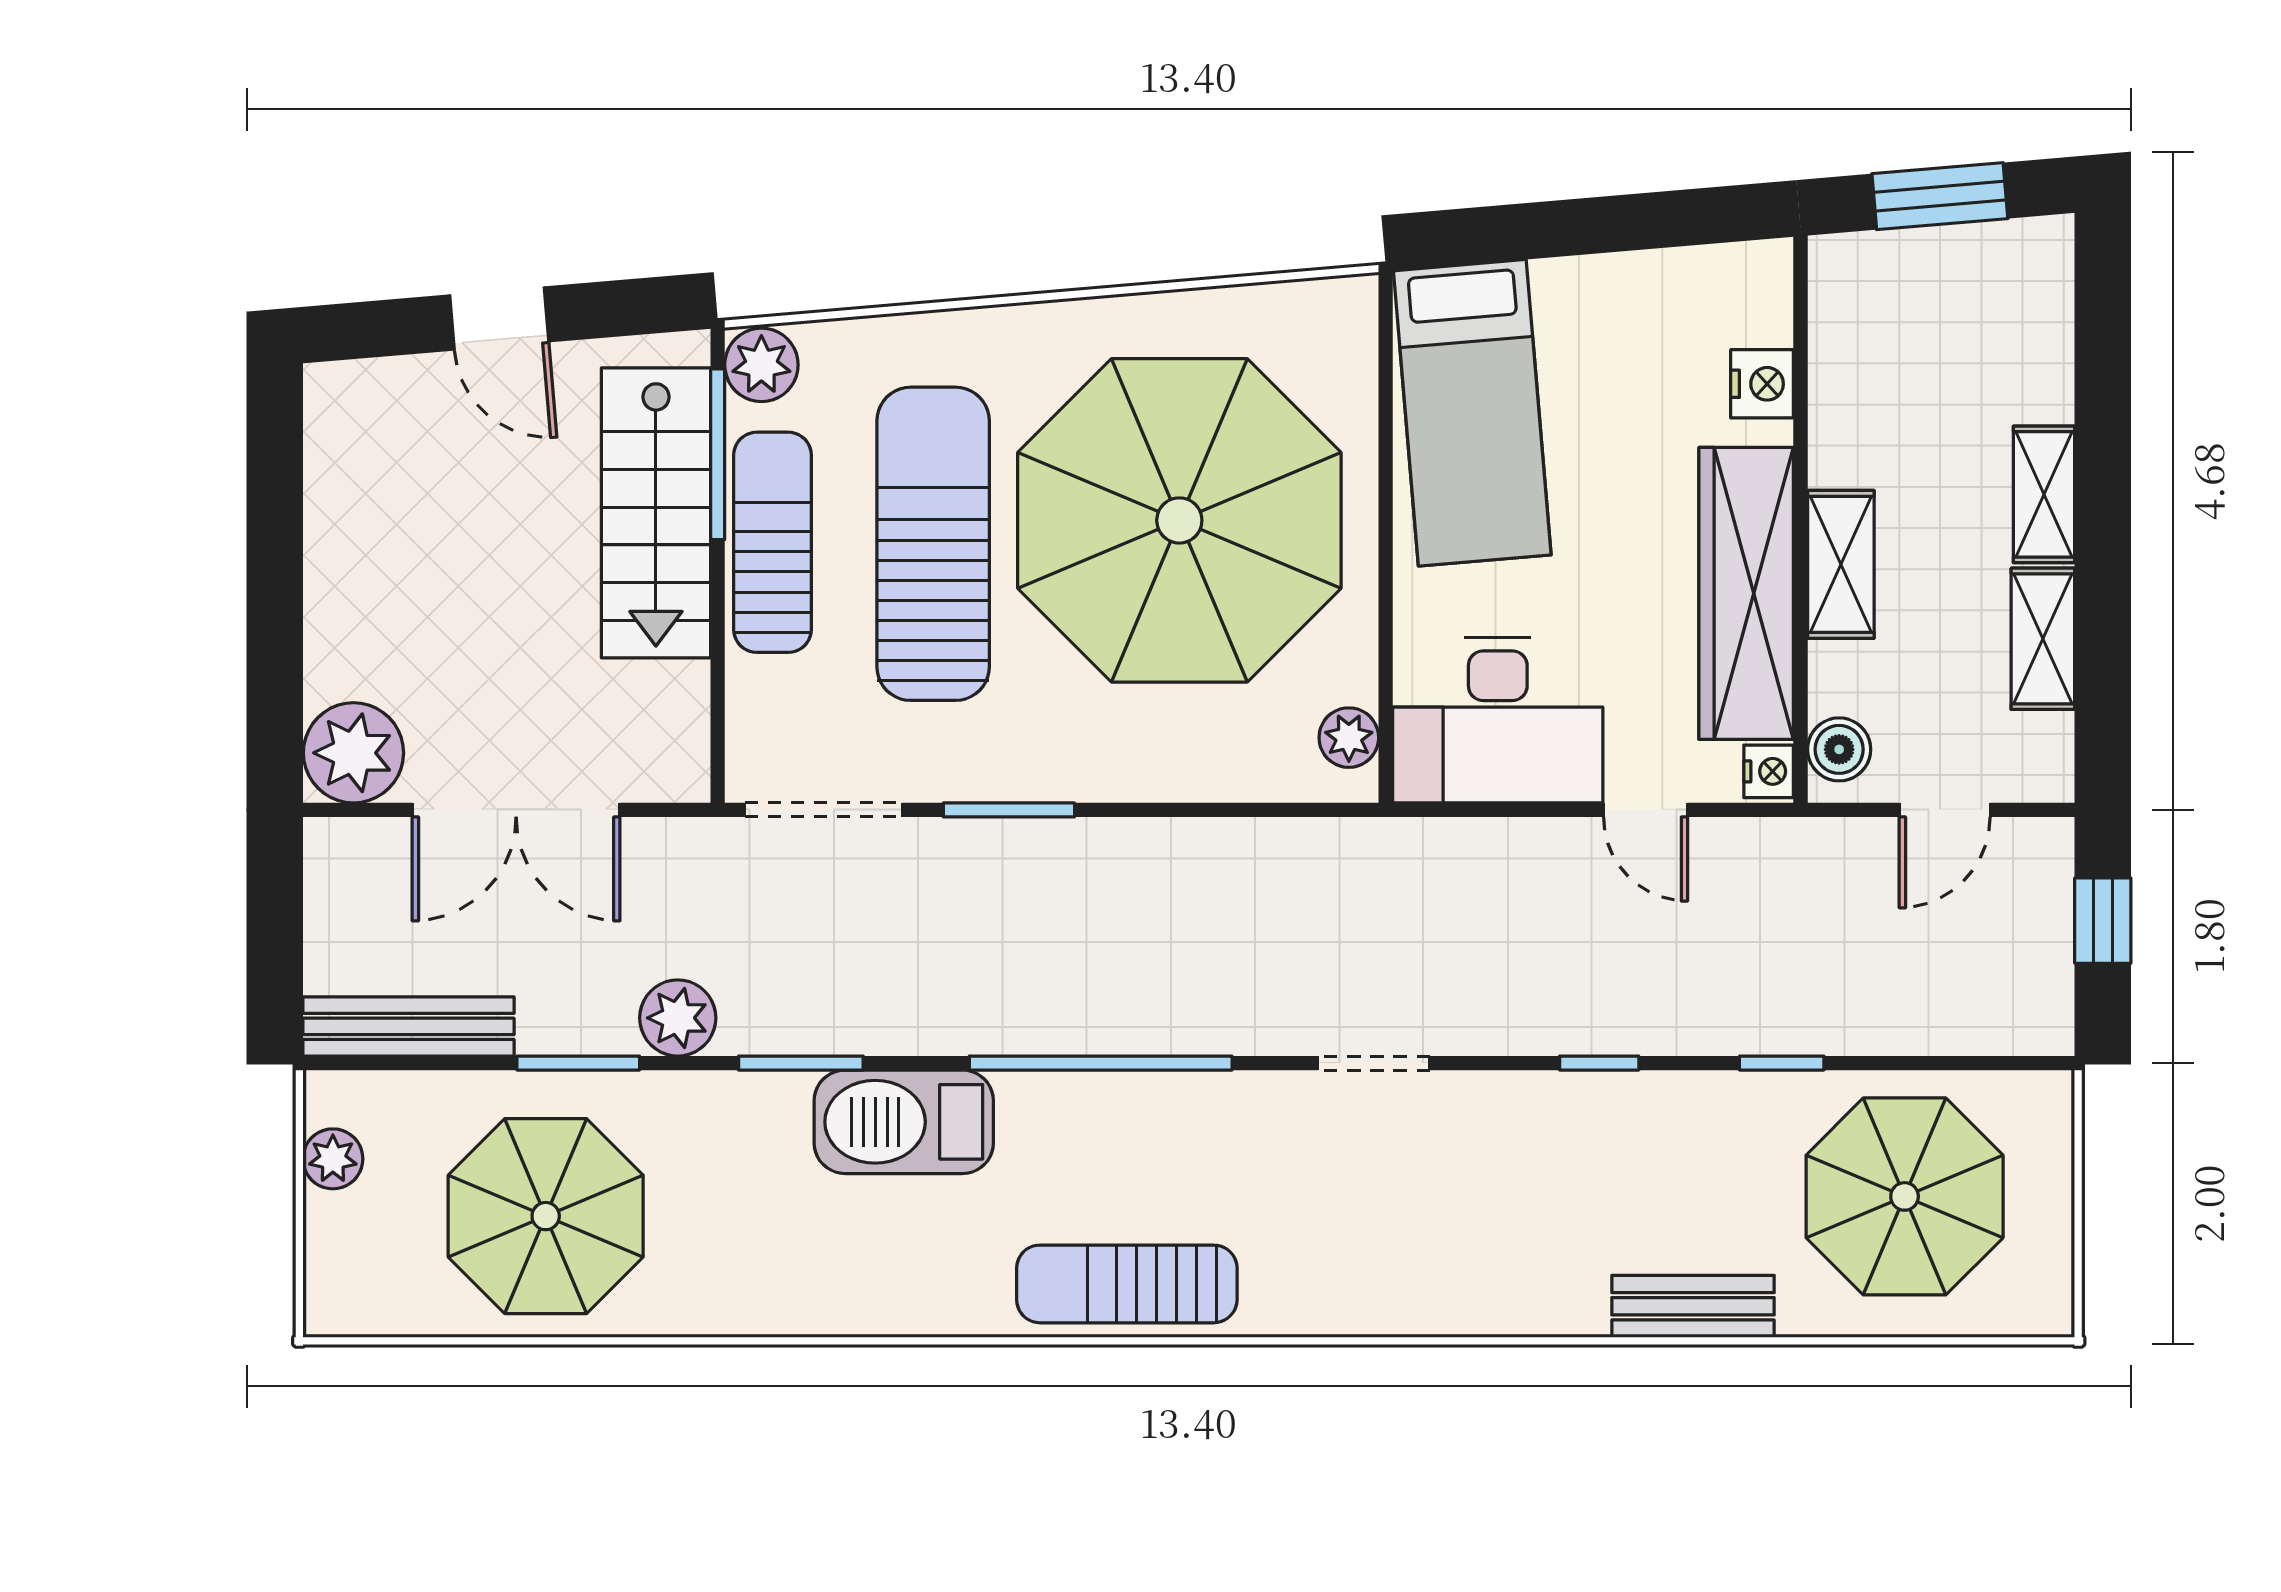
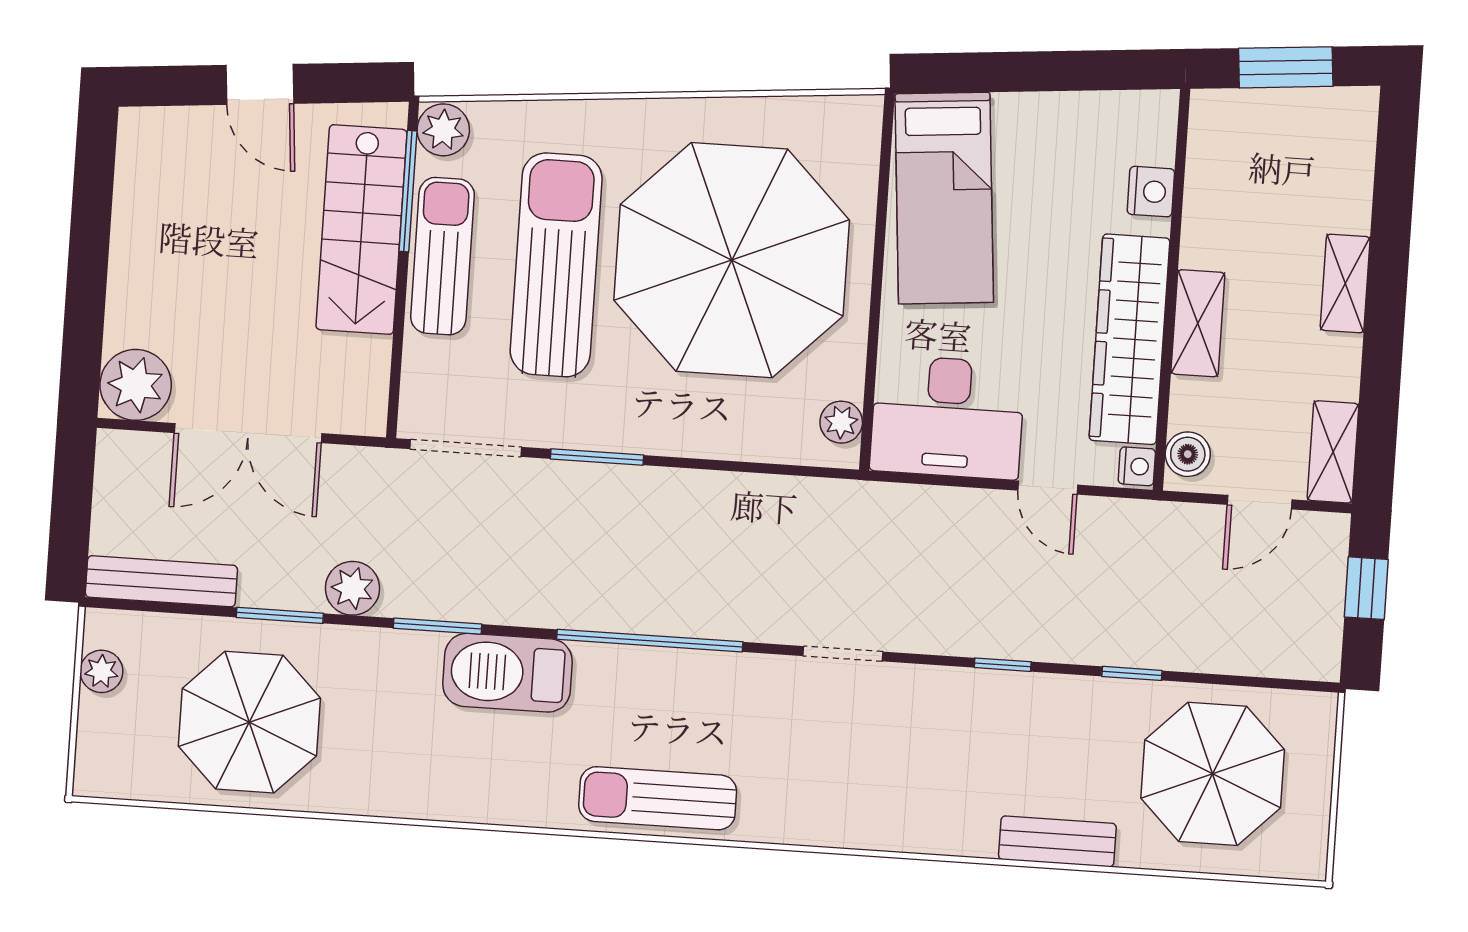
shelving: (2043, 639) -> (1333, 452), moved

